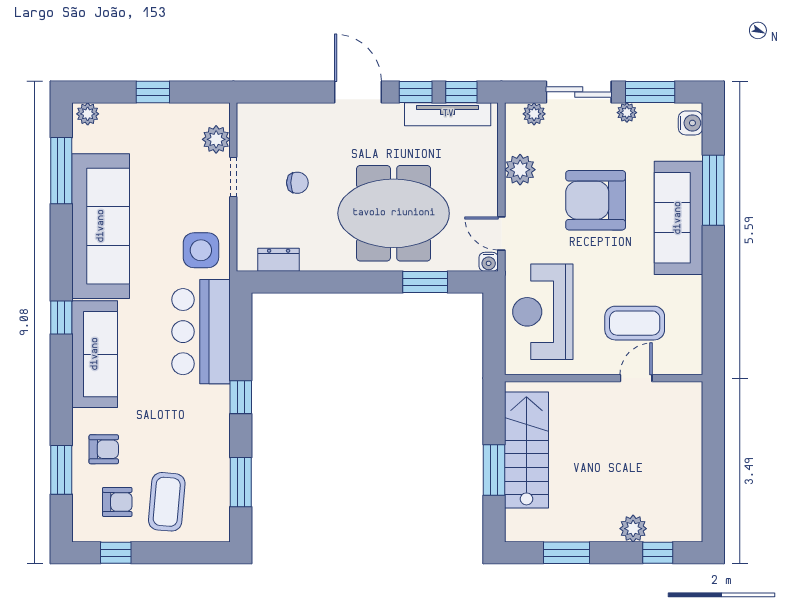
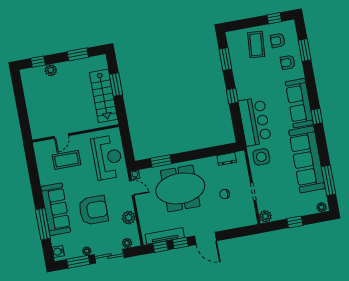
plant: (216, 139) -> (265, 216), moved

